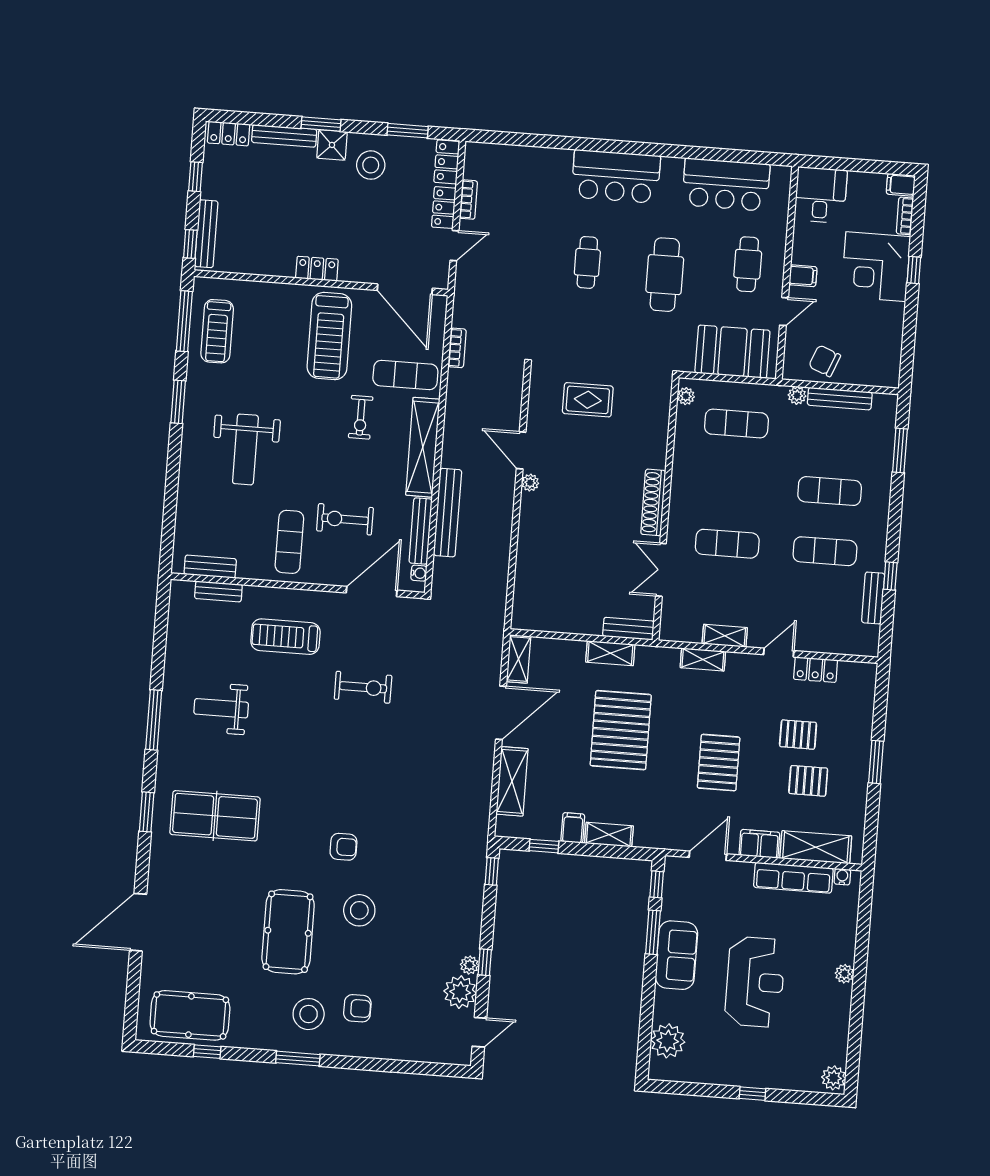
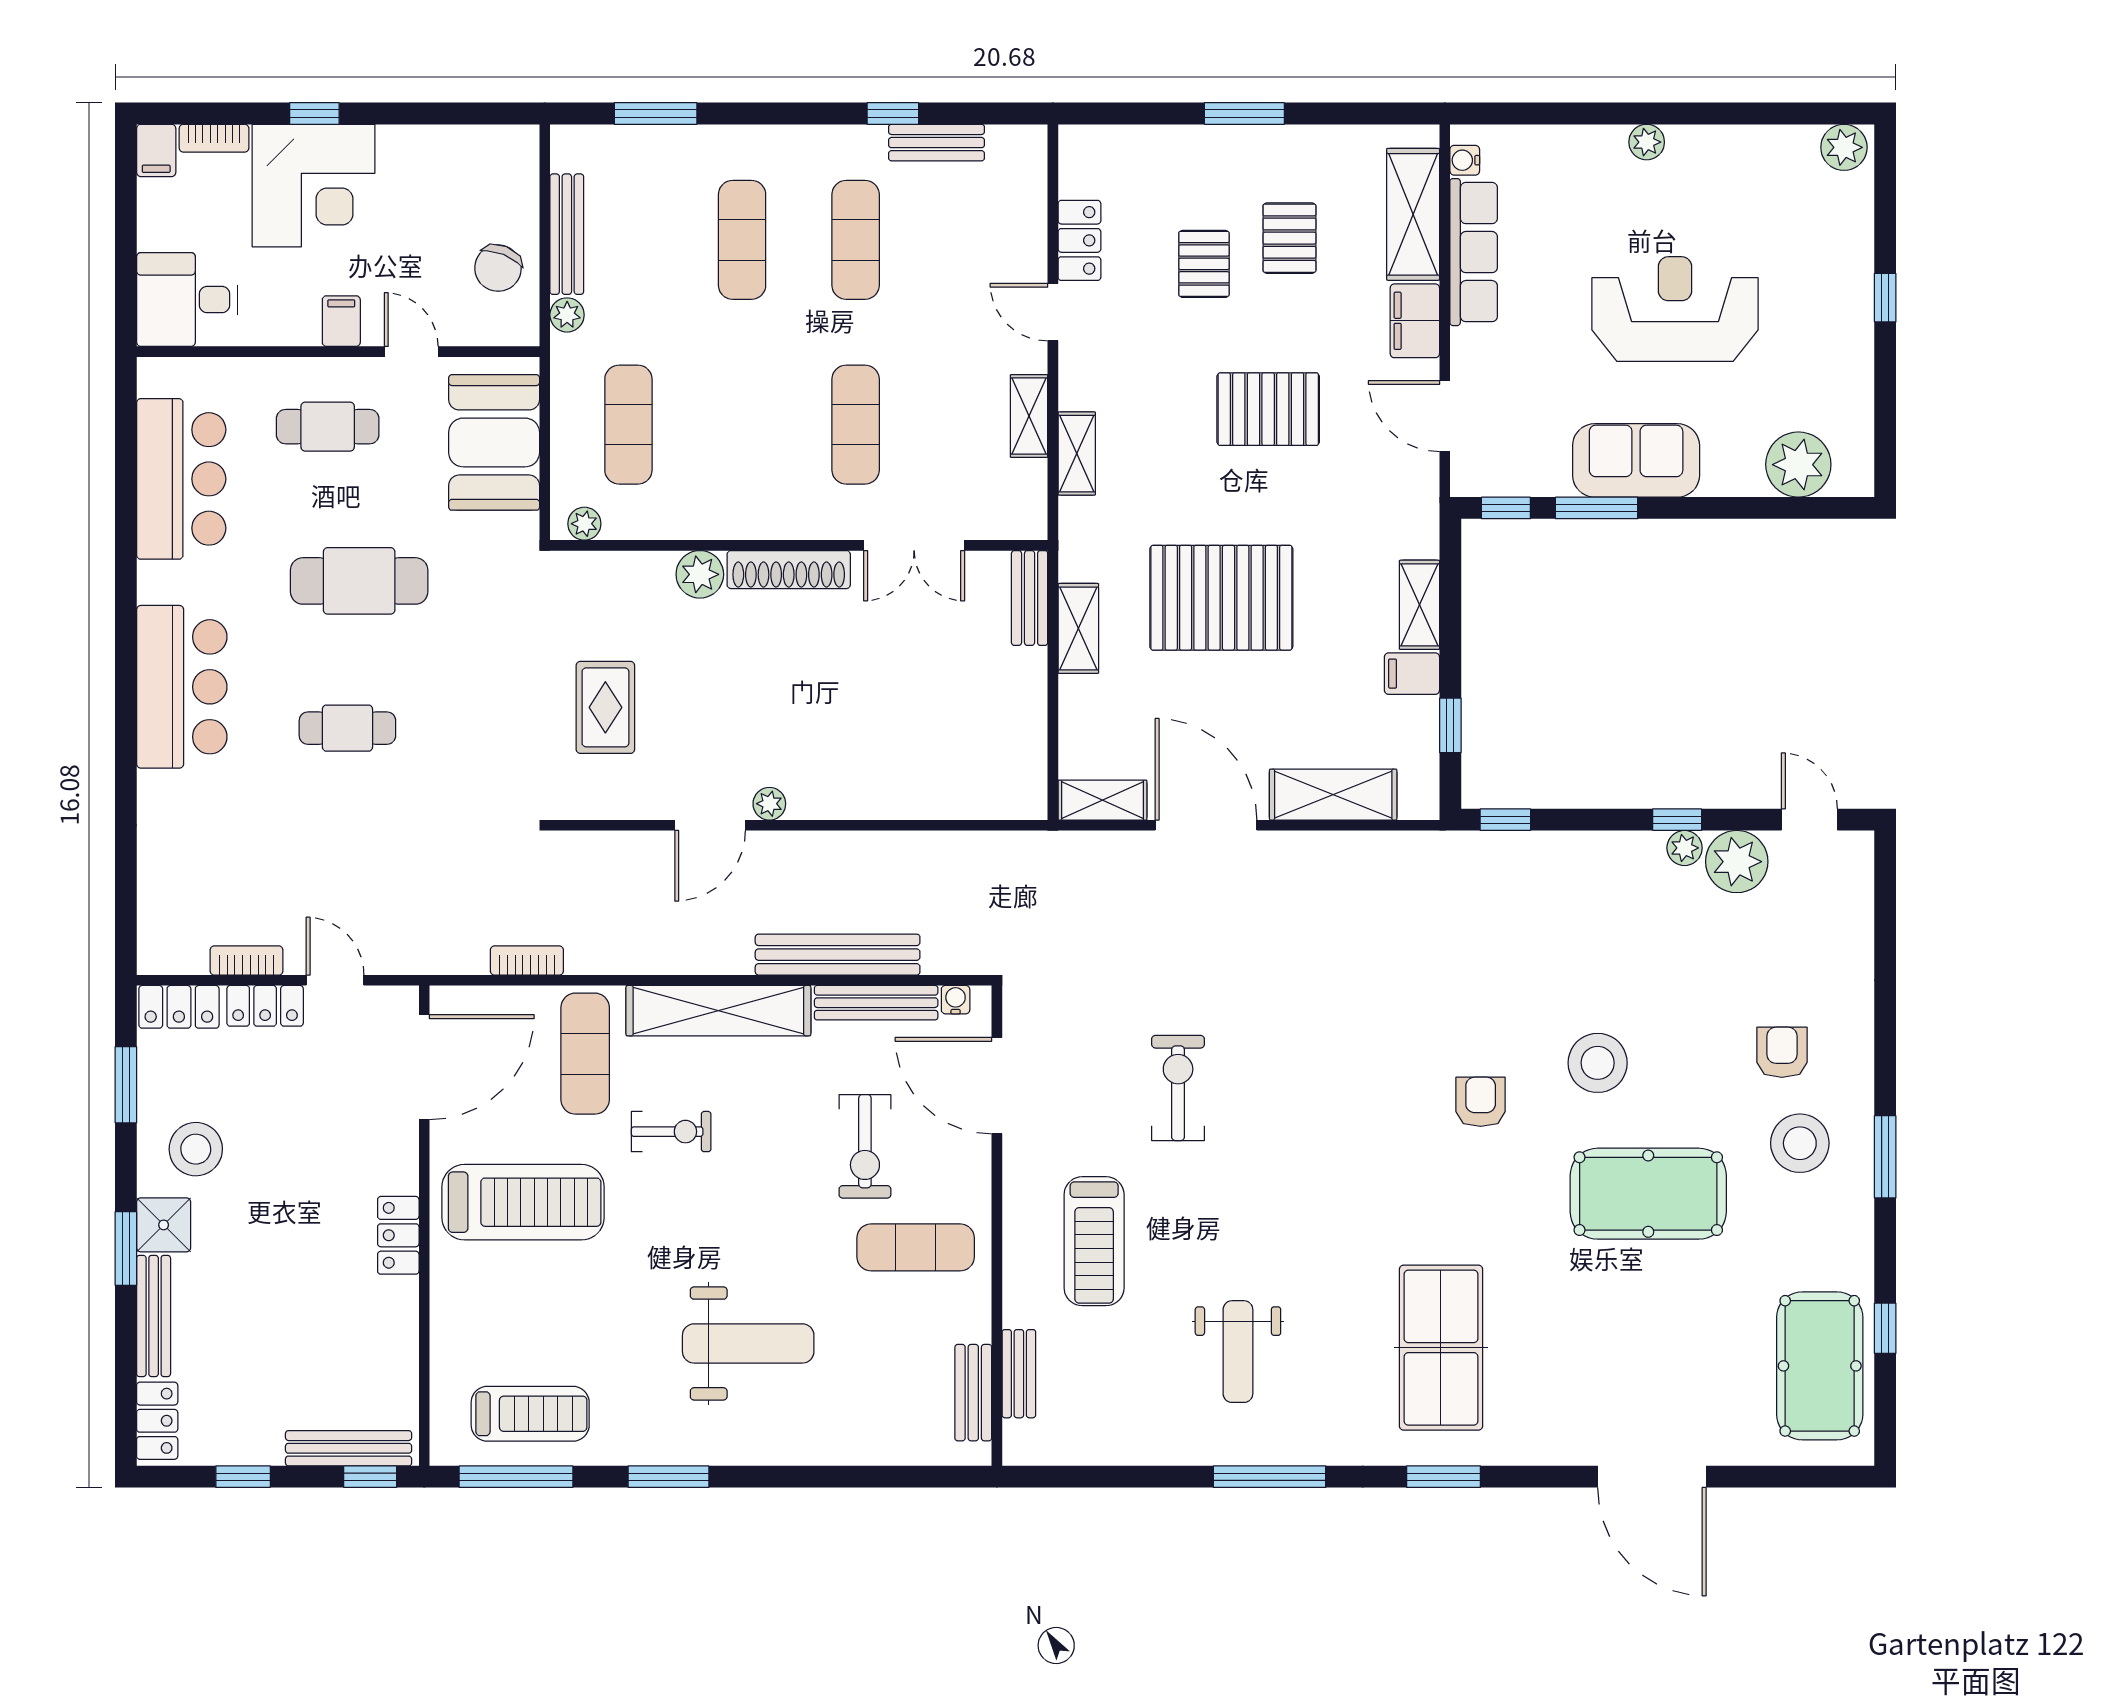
plant: (654, 455) -> (700, 574), added

